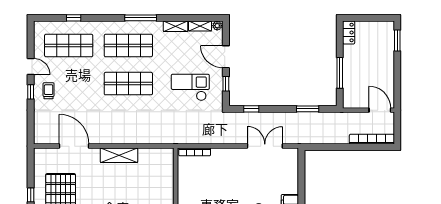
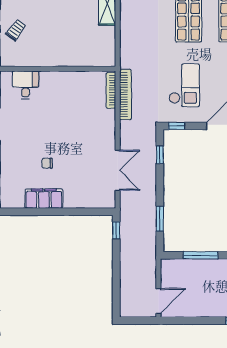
window: (226, 84) -> (177, 126), moved
bookcase: (372, 139) -> (125, 95), moved
window: (318, 147) -> (116, 230), added

